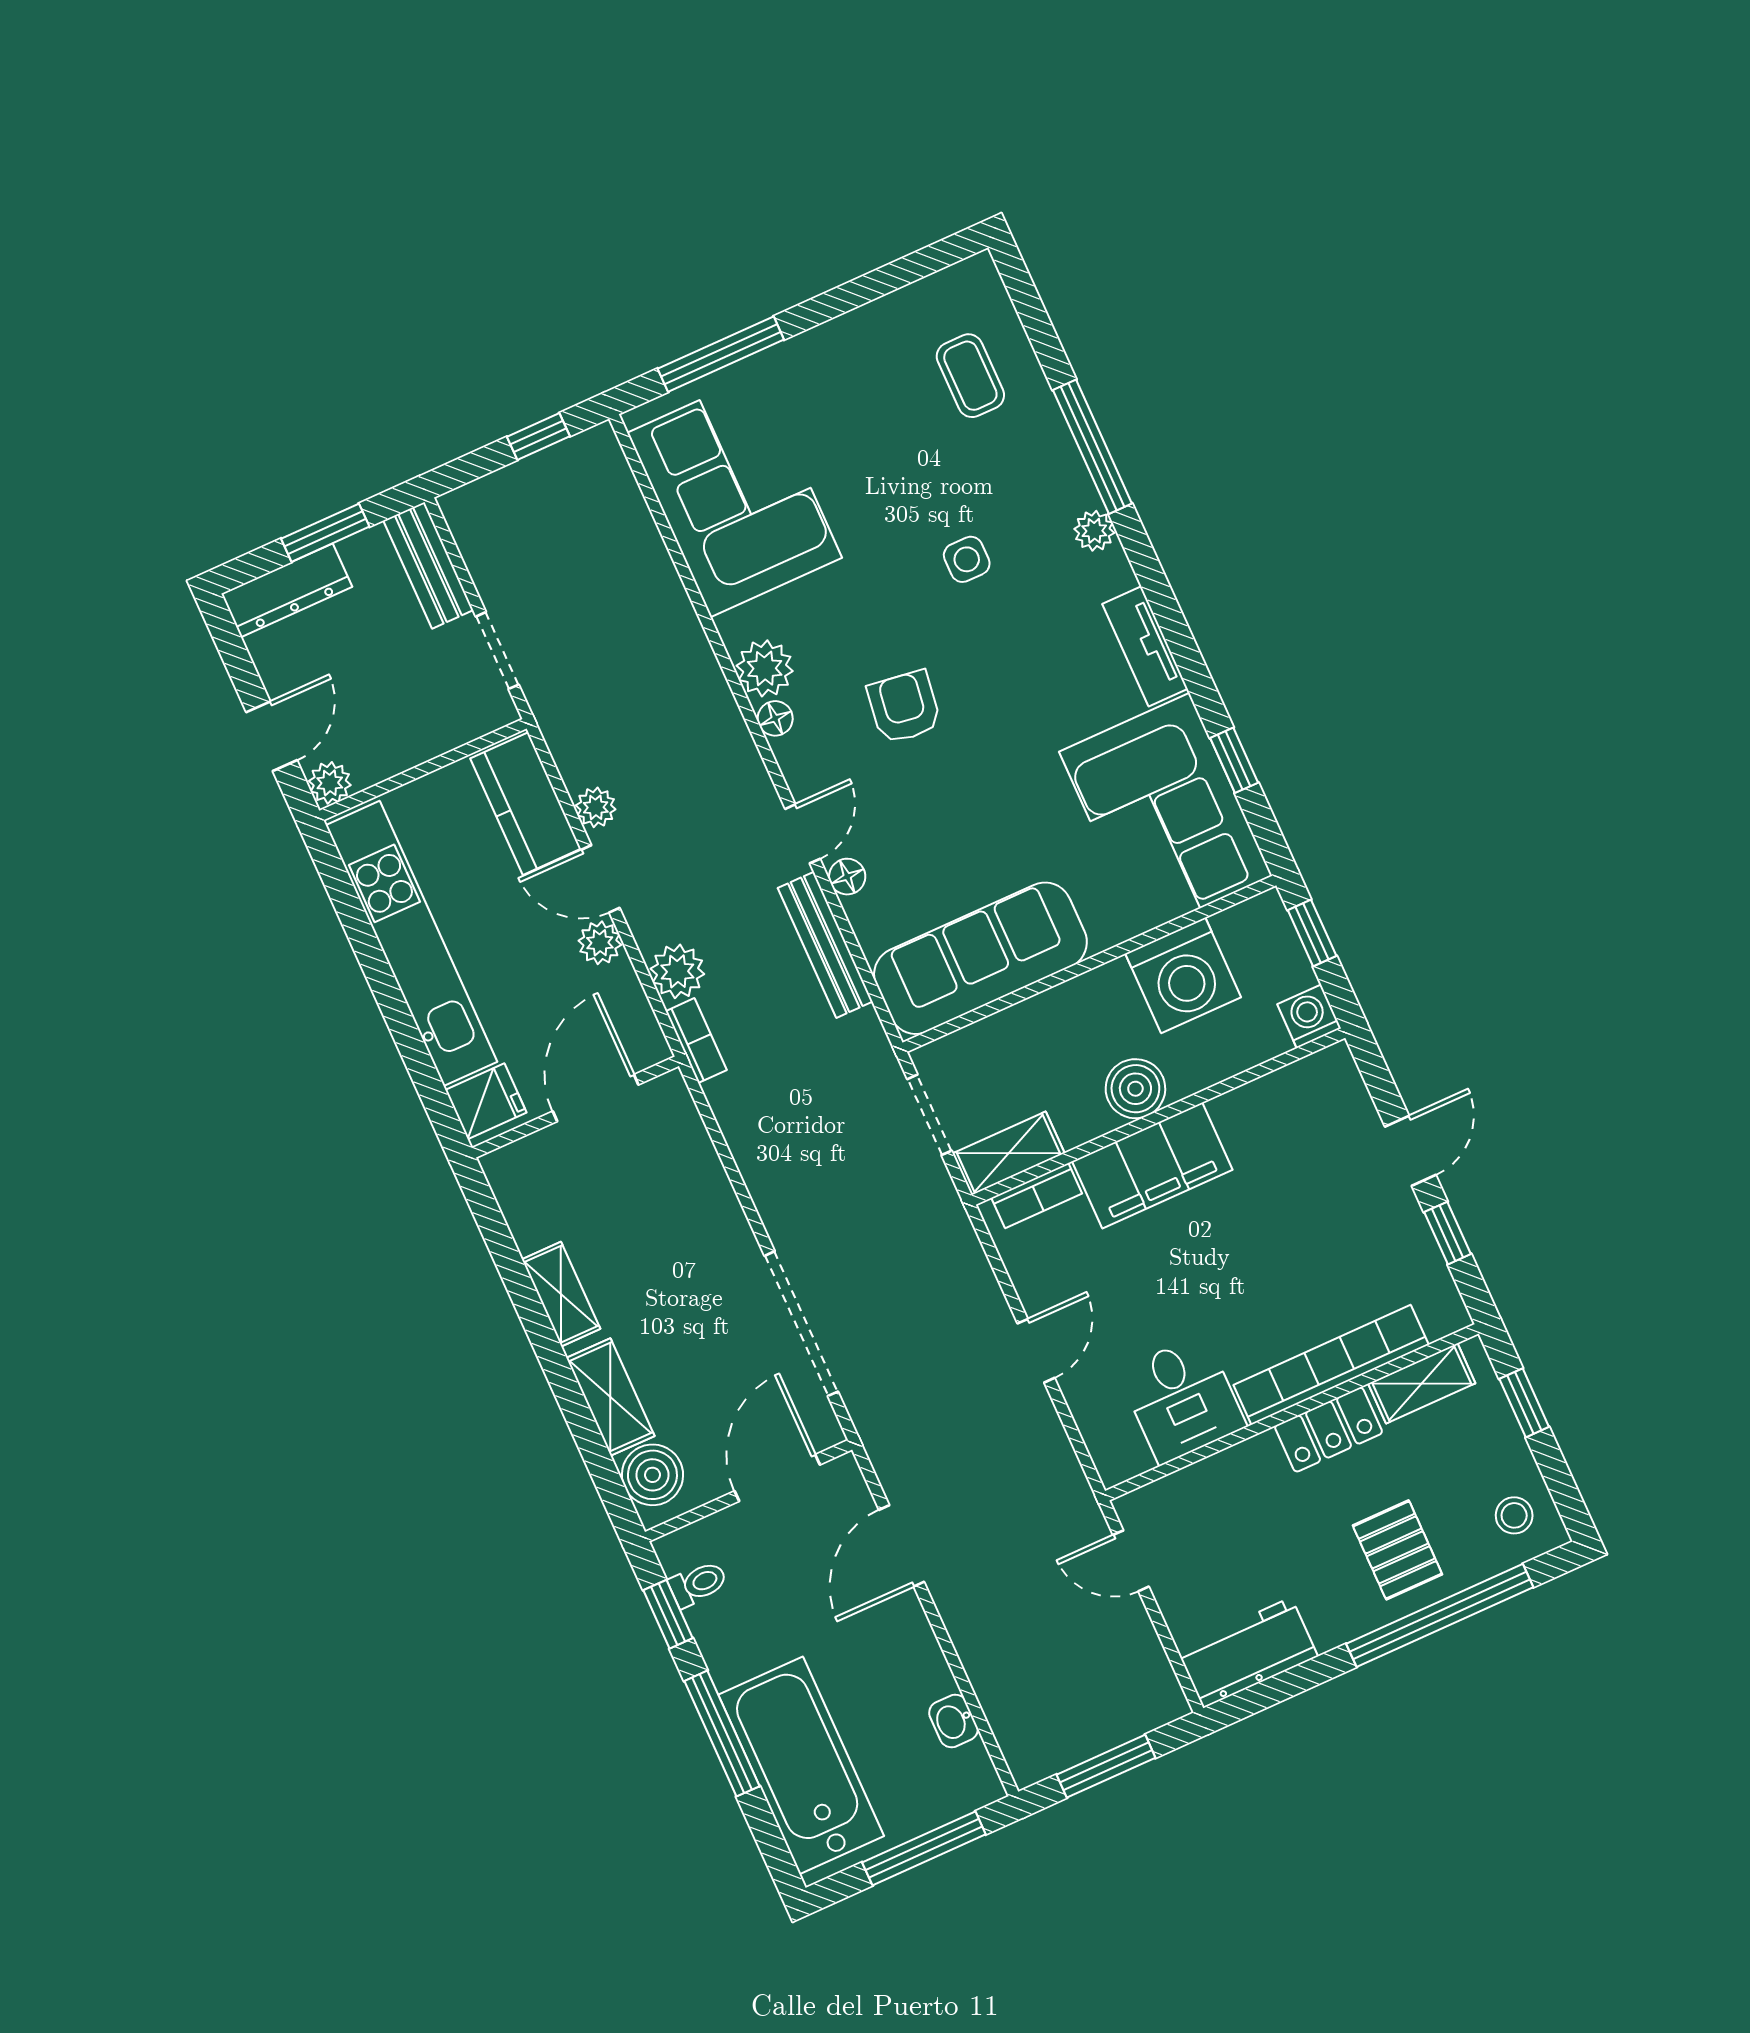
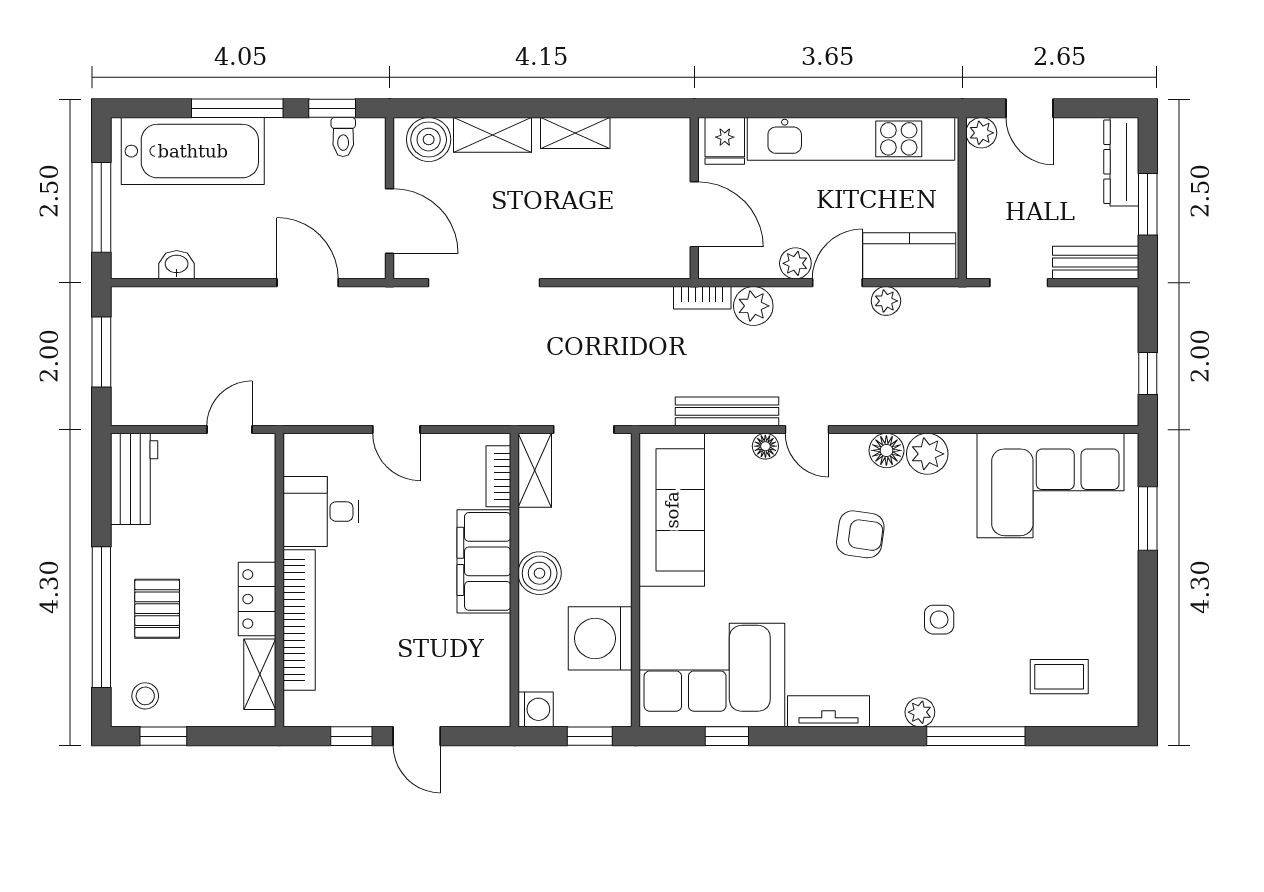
window: (721, 354) -> (1148, 518), width x0.69
floor lamp: (775, 718) -> (886, 450), width x1.37, depth x1.37
window: (1524, 1403) -> (163, 736), moved
pallet: (1397, 1550) -> (157, 609), turned 90

